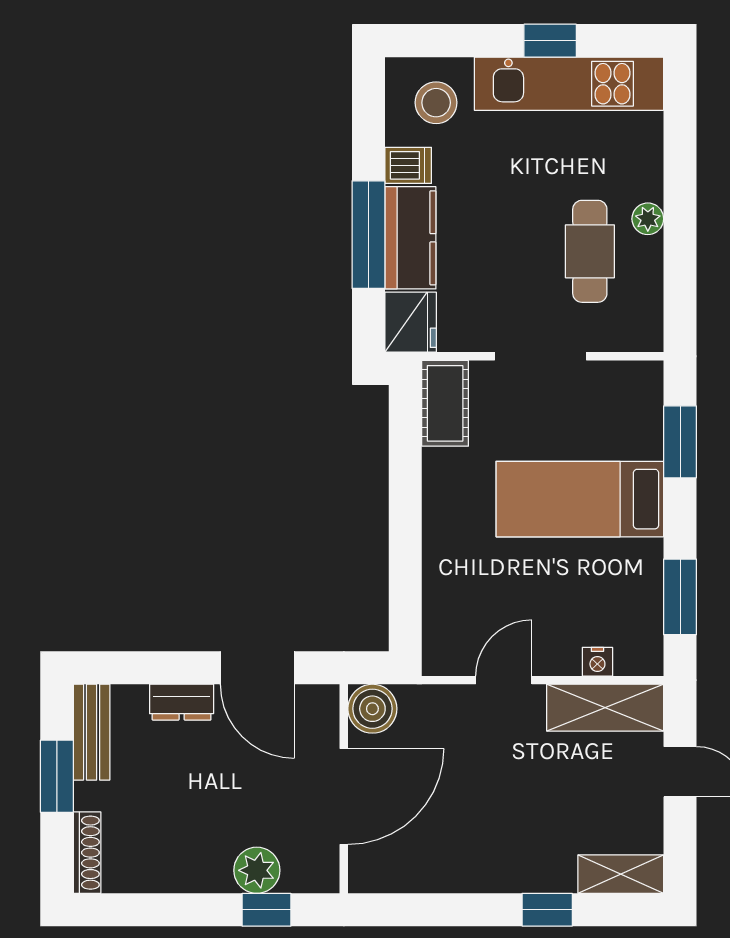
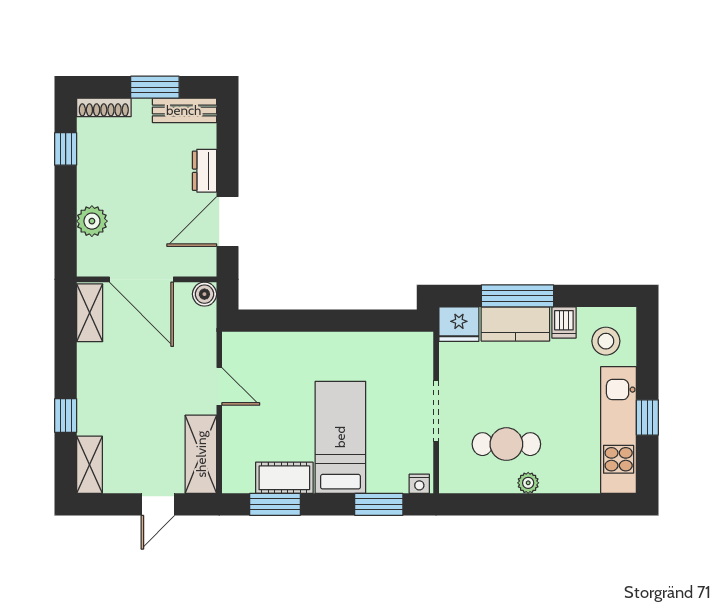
cot: (445, 403) -> (284, 478), moved
nightstand: (597, 662) -> (419, 484), moved, turned -90
boiler: (372, 709) -> (204, 294), width x0.73, depth x0.73
shelving: (394, 874) -> (90, 313), added
window: (267, 910) -> (66, 149), moved

